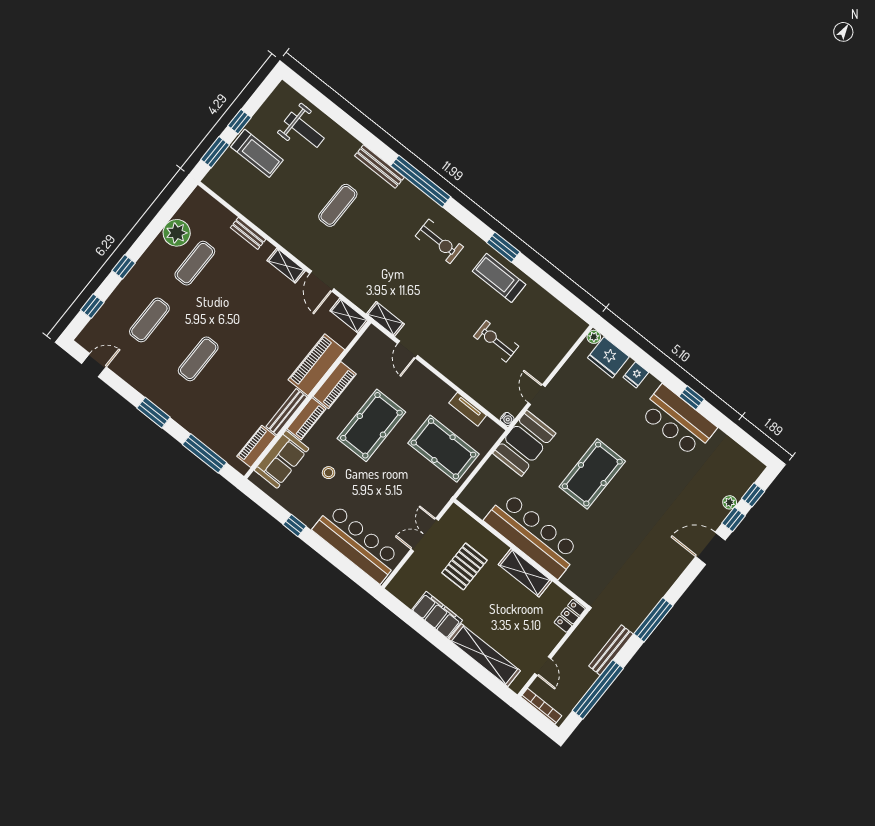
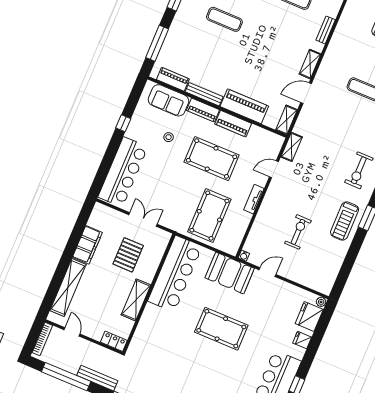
treadmill: (499, 278) -> (345, 221), turned 180
tv unit: (468, 409) -> (254, 199), moved
bar counter: (532, 535) -> (175, 274), moved
pallet: (464, 566) -> (128, 255), turned 90
door: (543, 666) -> (72, 332), swing flipped

